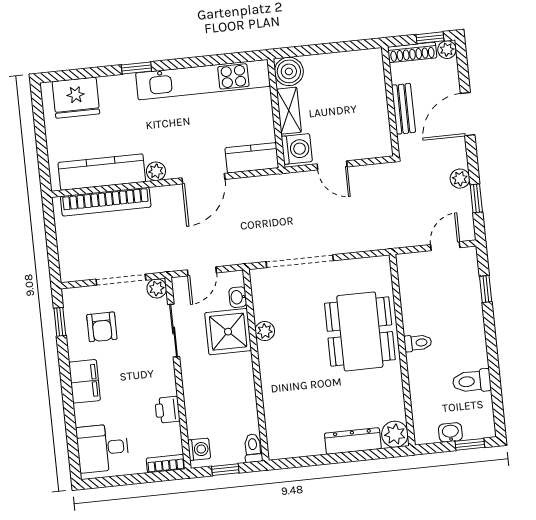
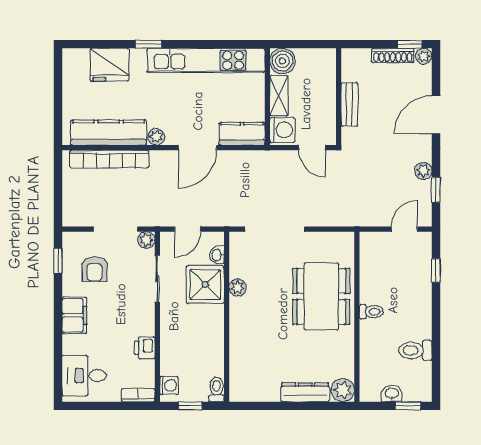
fridge: (76, 98) -> (109, 65), moved
wall: (390, 101) -> (339, 97), moved
bench: (403, 109) -> (349, 104), moved

